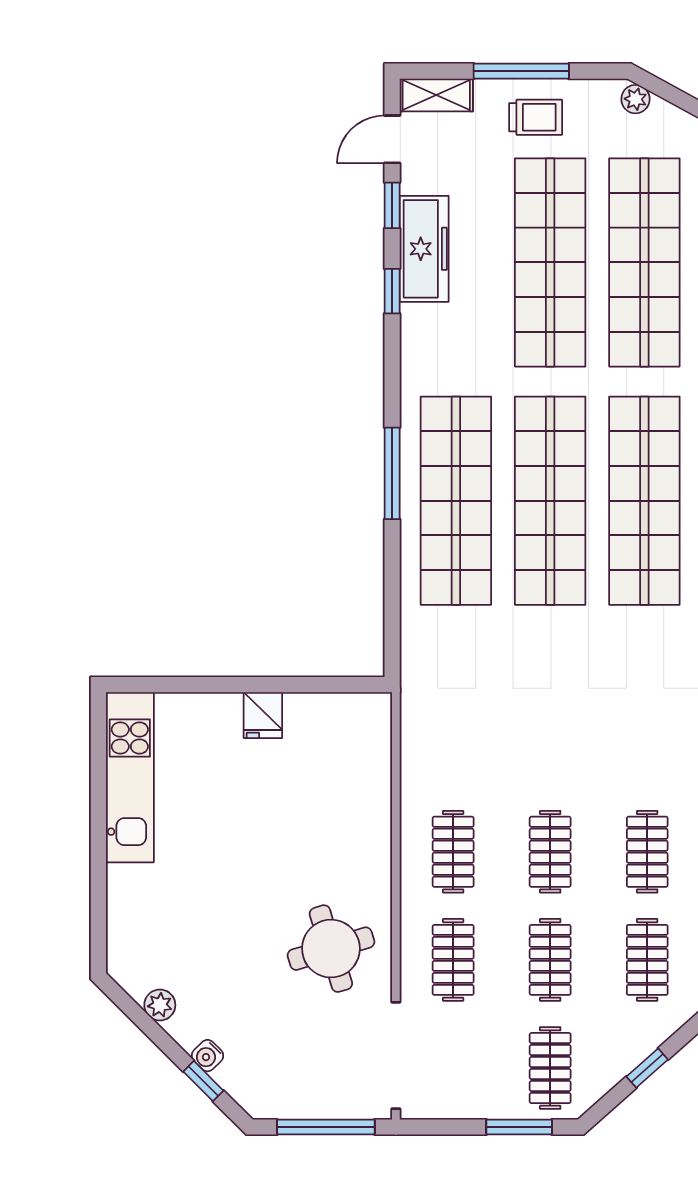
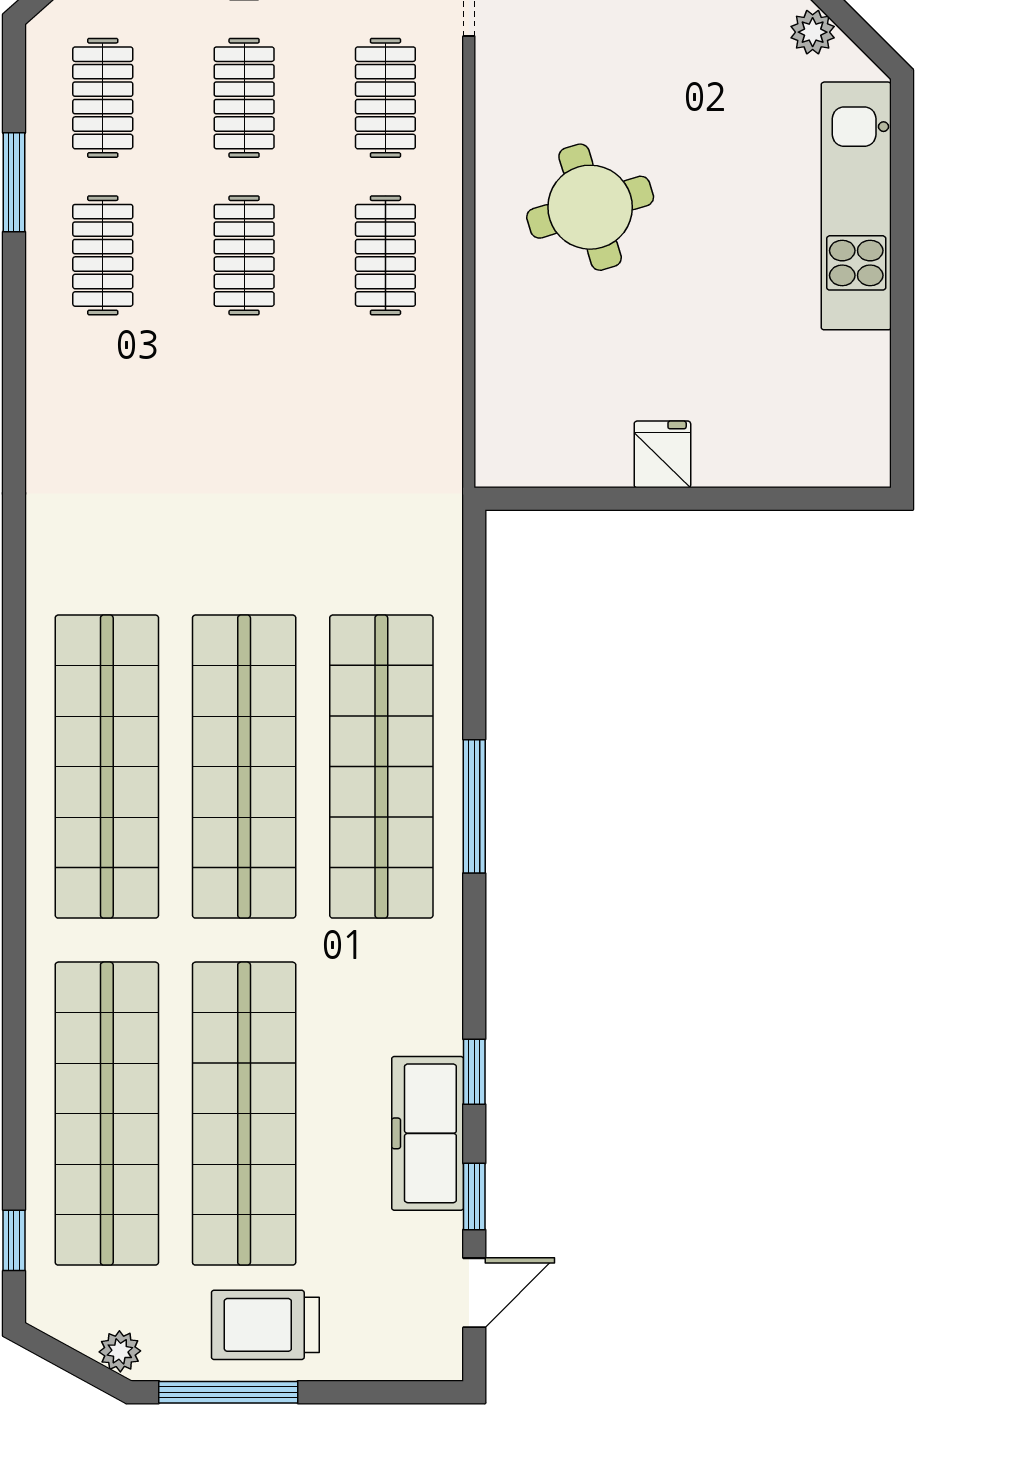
window: (521, 71) -> (228, 1392), moved
shelving: (436, 95) -> (410, 1357), removed
trolley: (536, 117) -> (265, 1325), width x1.36, depth x1.39
kitchen unit: (130, 777) -> (856, 206), moved
round table: (331, 949) -> (590, 207), moved

